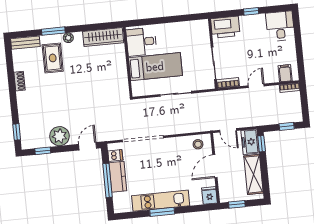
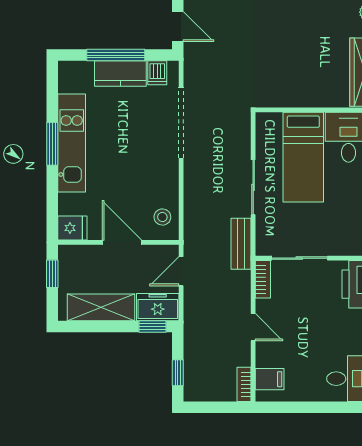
bench: (209, 98) -> (241, 244), added

